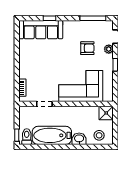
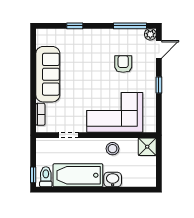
sofa: (41, 30) -> (48, 74), moved, turned -90
armchair: (87, 48) -> (123, 64), turned -90
plant: (109, 49) -> (150, 34), moved
stool: (99, 135) -> (113, 149), moved

